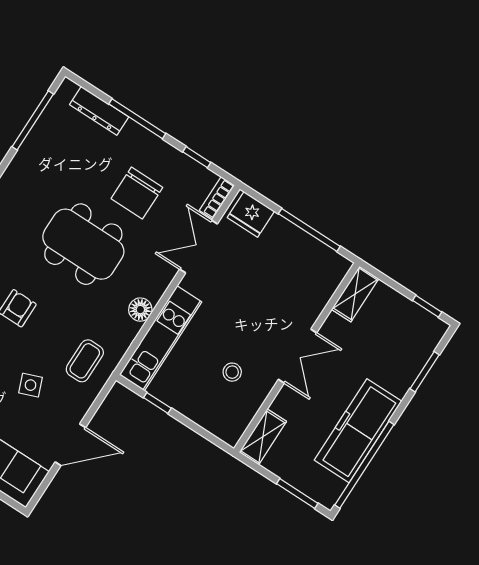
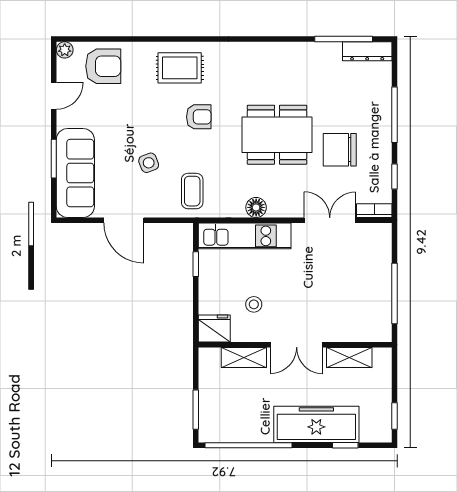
dresser: (99, 111) -> (367, 51), moved, turned -90
fridge: (251, 214) -> (214, 328), moved, turned 90
dining table: (83, 244) -> (277, 135), turned 90
shelving: (355, 294) -> (349, 357), moved
coffee table: (85, 361) -> (192, 191), turned 90
window: (425, 372) -> (345, 445), width x0.67
freezer: (358, 431) -> (316, 424), moved
shelving: (263, 437) -> (244, 357), moved

